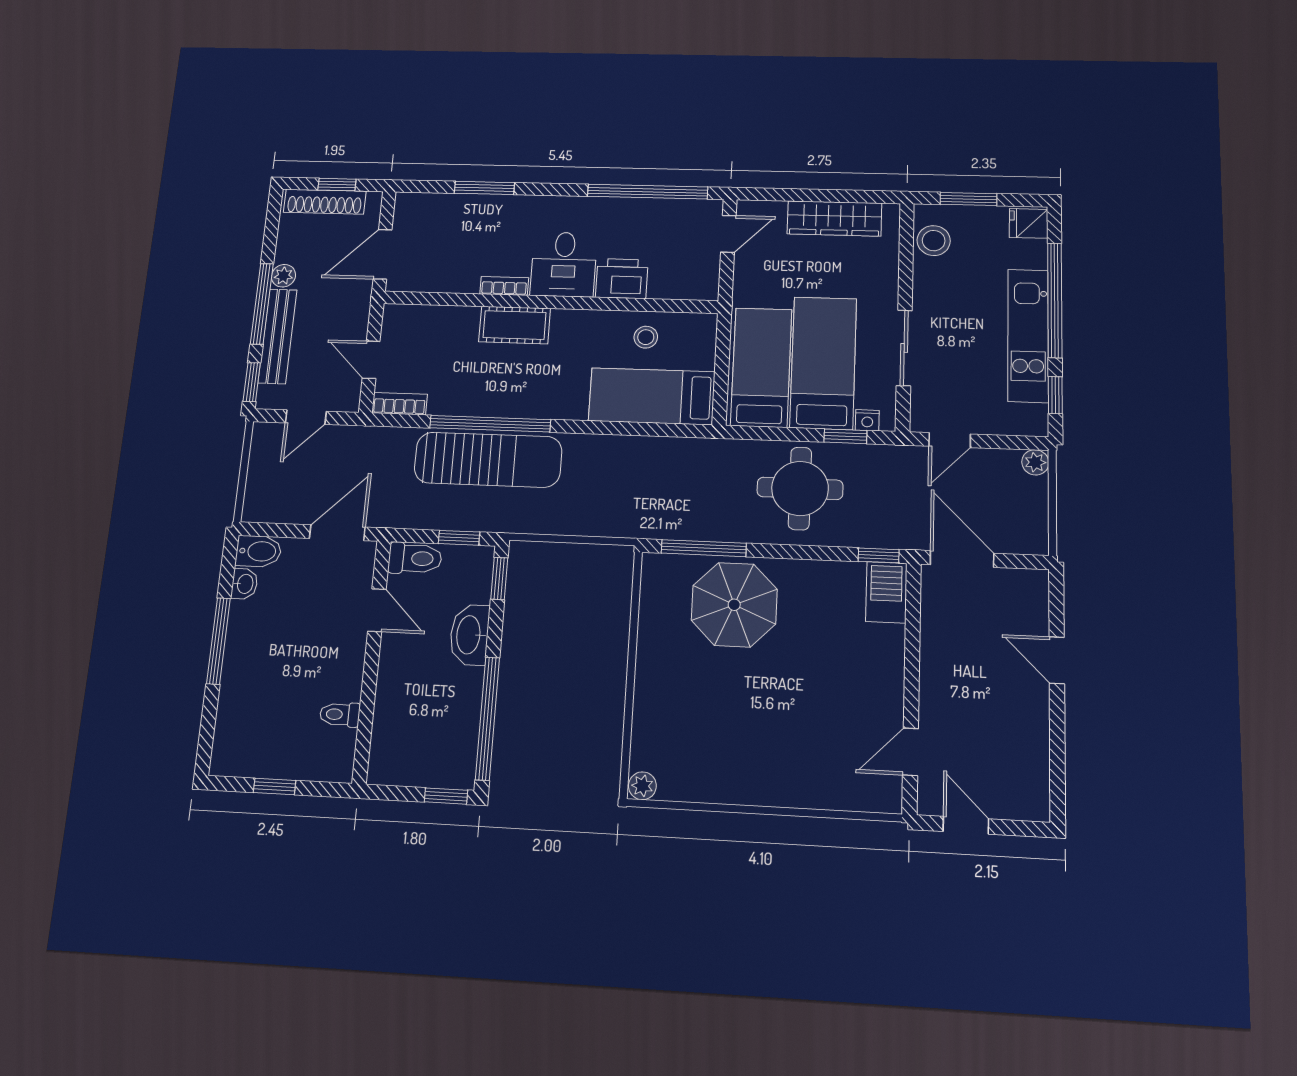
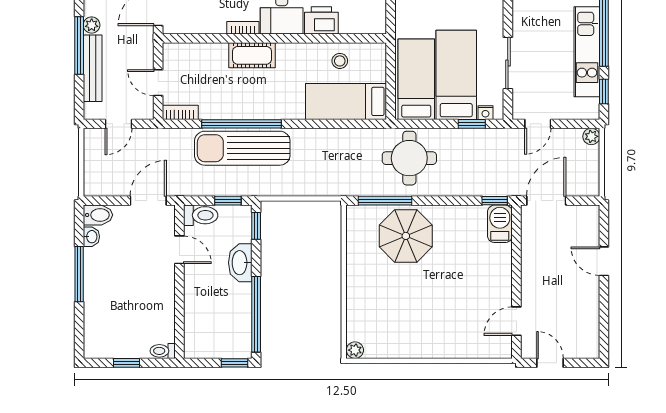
window: (252, 382) -> (79, 101), removed
sun lounger: (488, 460) -> (242, 148), turned 180
round table: (800, 488) -> (409, 158), moved
door: (962, 559) -> (546, 201), hinge flipped
toilet: (340, 714) -> (163, 351), moved

